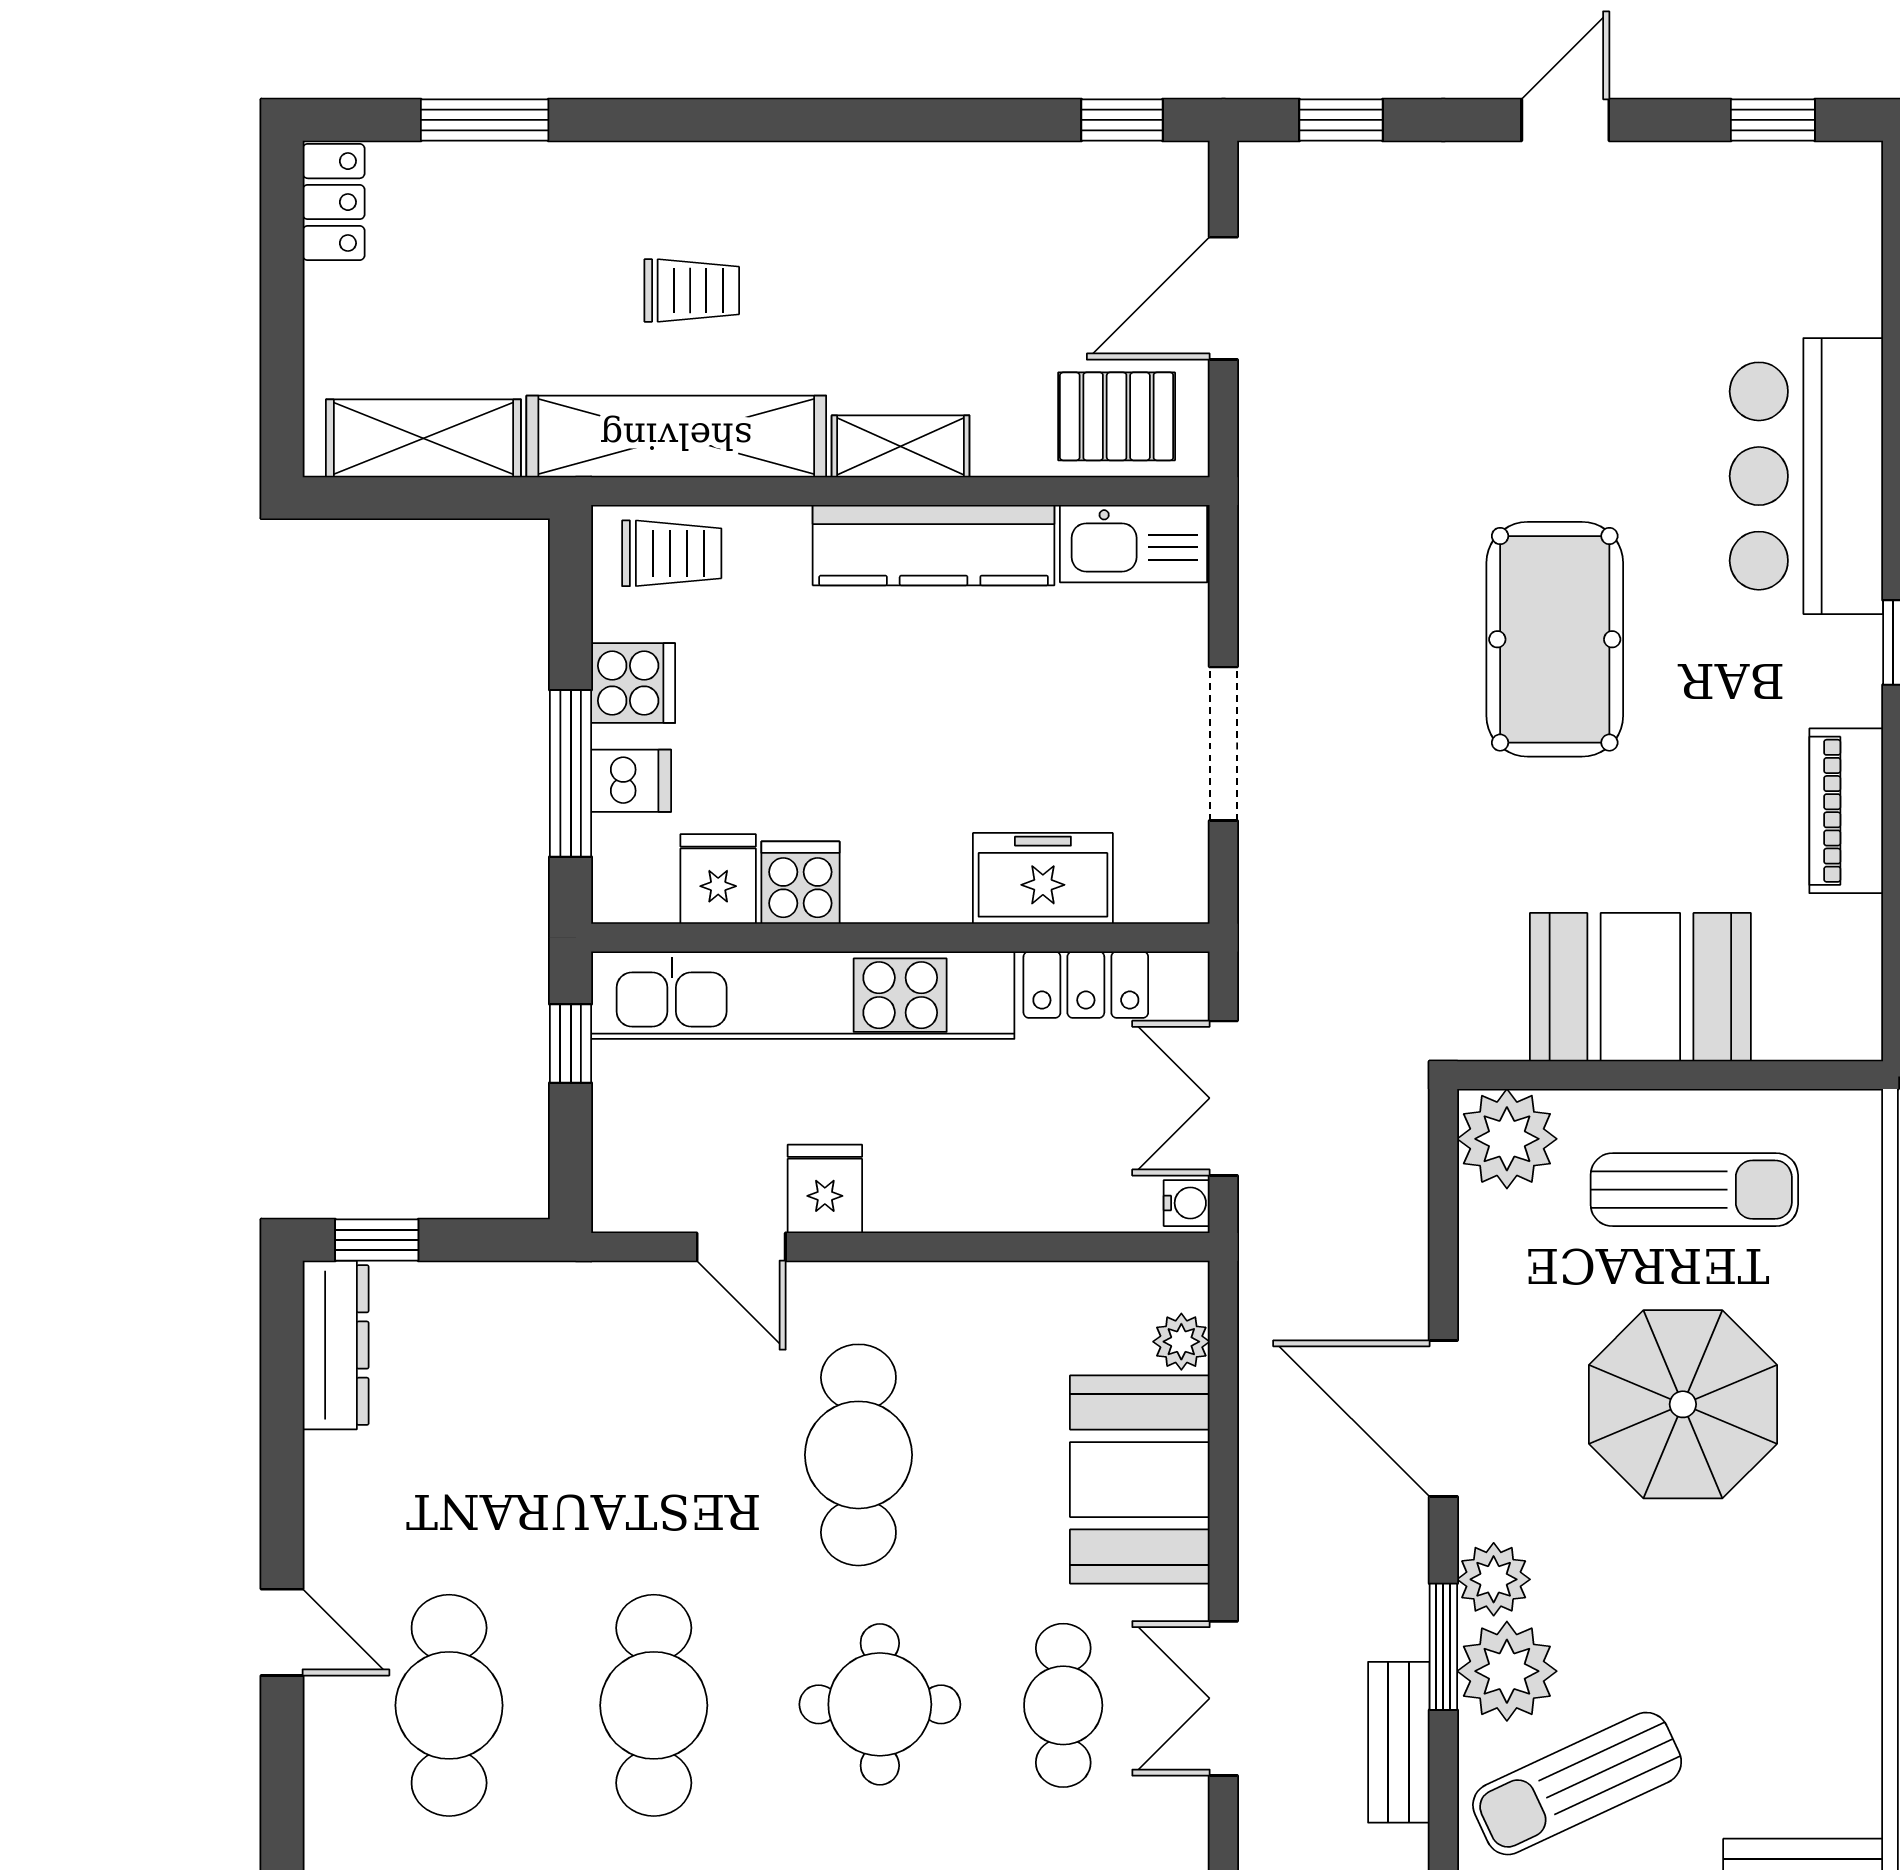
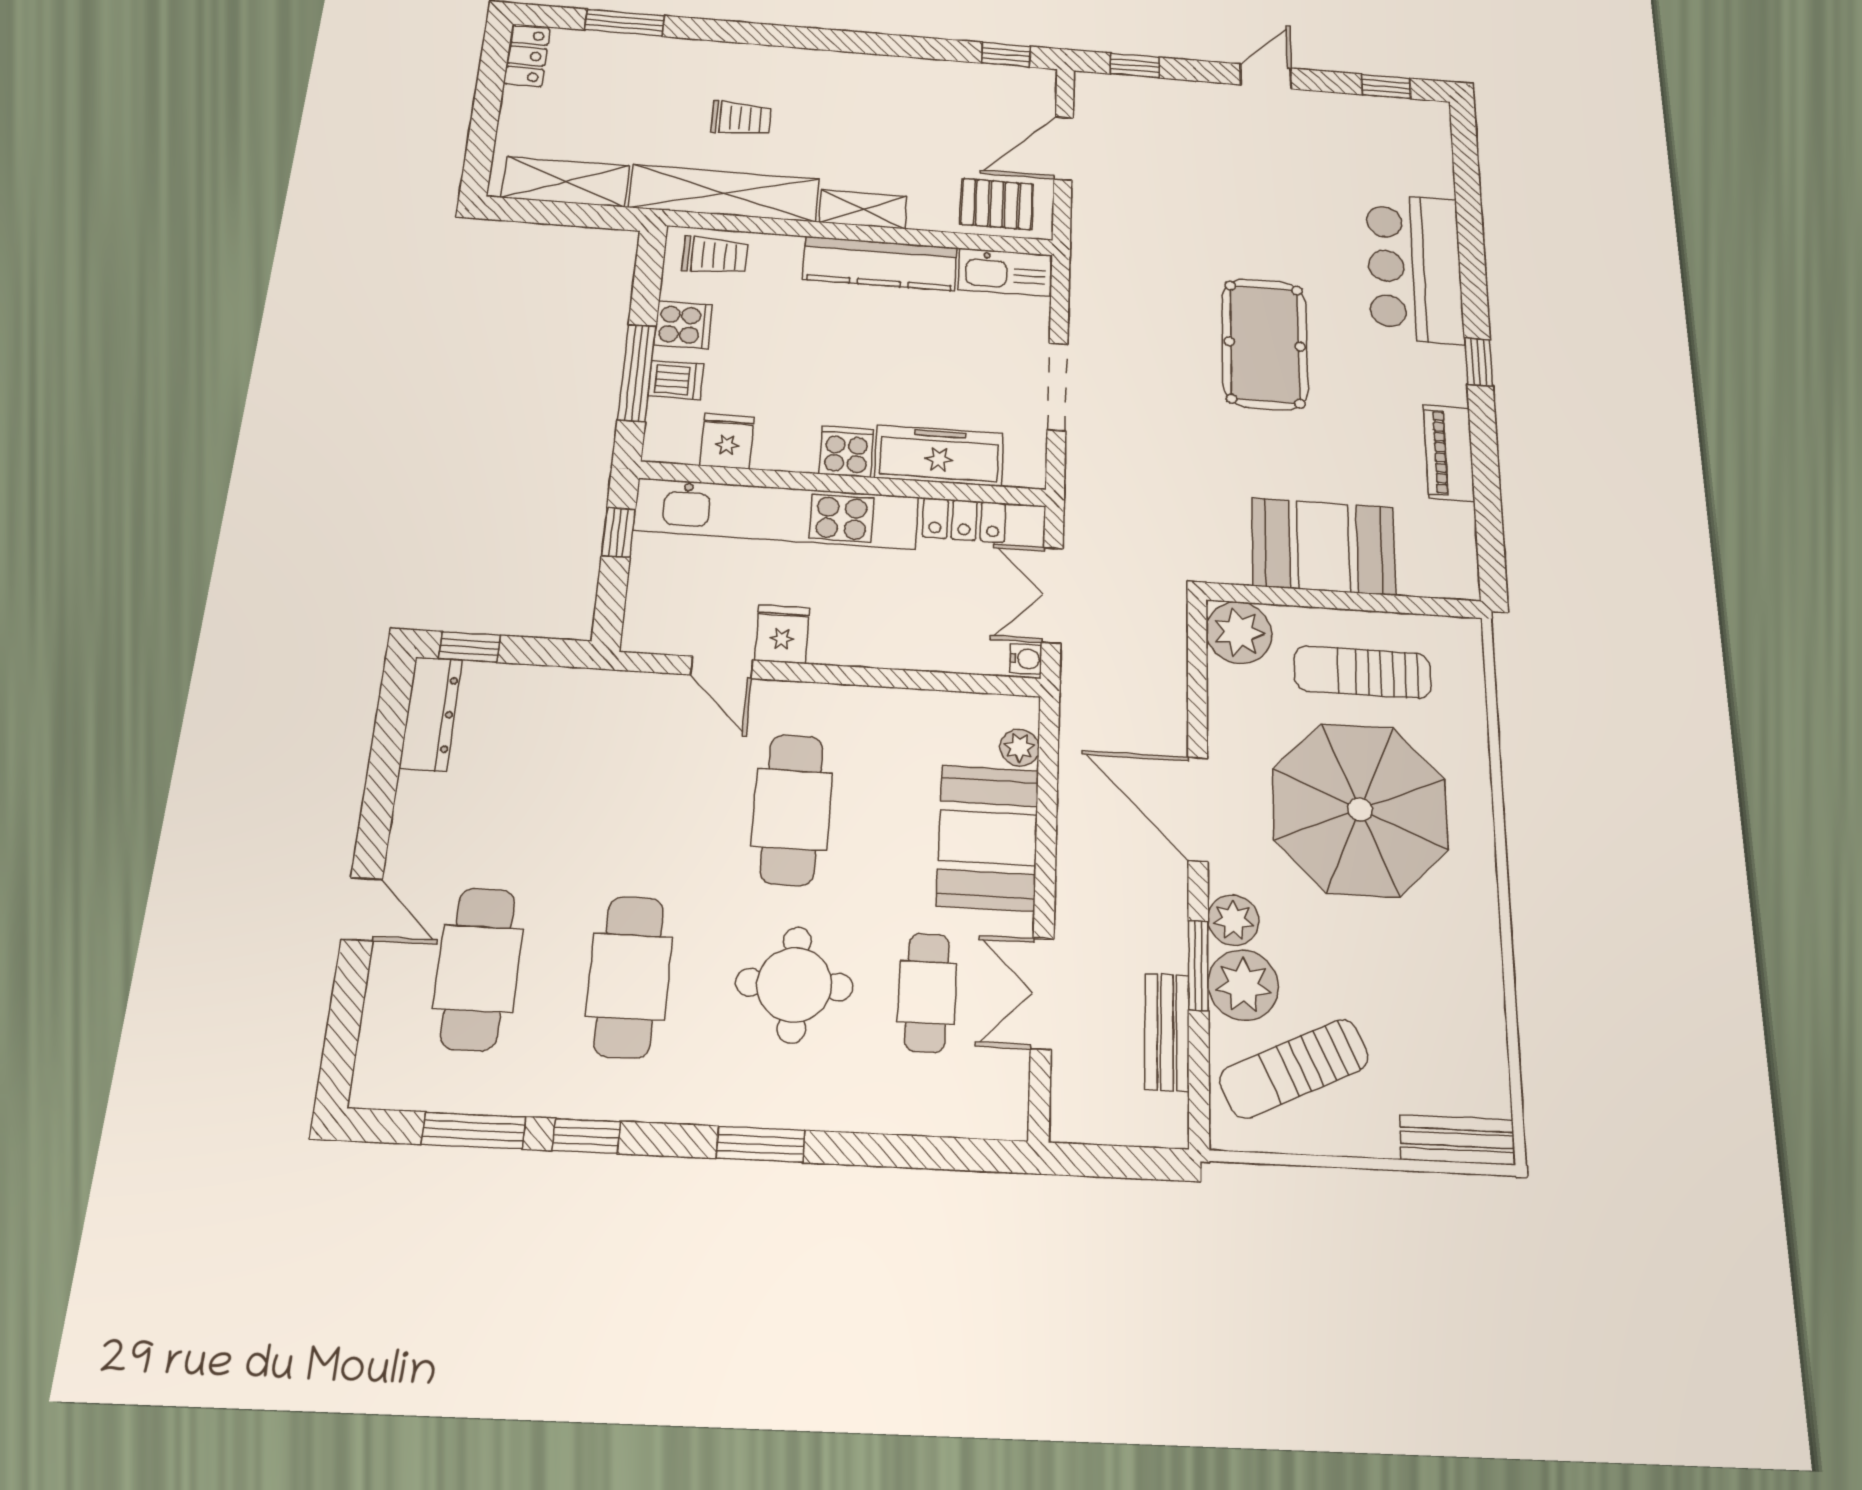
freezer: (1043, 878) -> (939, 456), width x1.40
cooker: (800, 883) -> (846, 451), moved
sun lounger: (1694, 1190) -> (1363, 672), turned 180
parasol: (1683, 1404) -> (1360, 809), width x1.36, depth x1.36

